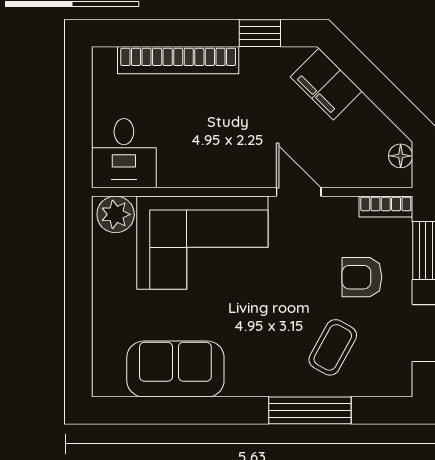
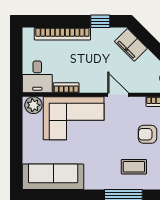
bookcase: (186, 177) -> (66, 88), added
coffee table: (333, 347) -> (134, 167), turned 61
sofa: (175, 369) -> (53, 177), width x1.36

